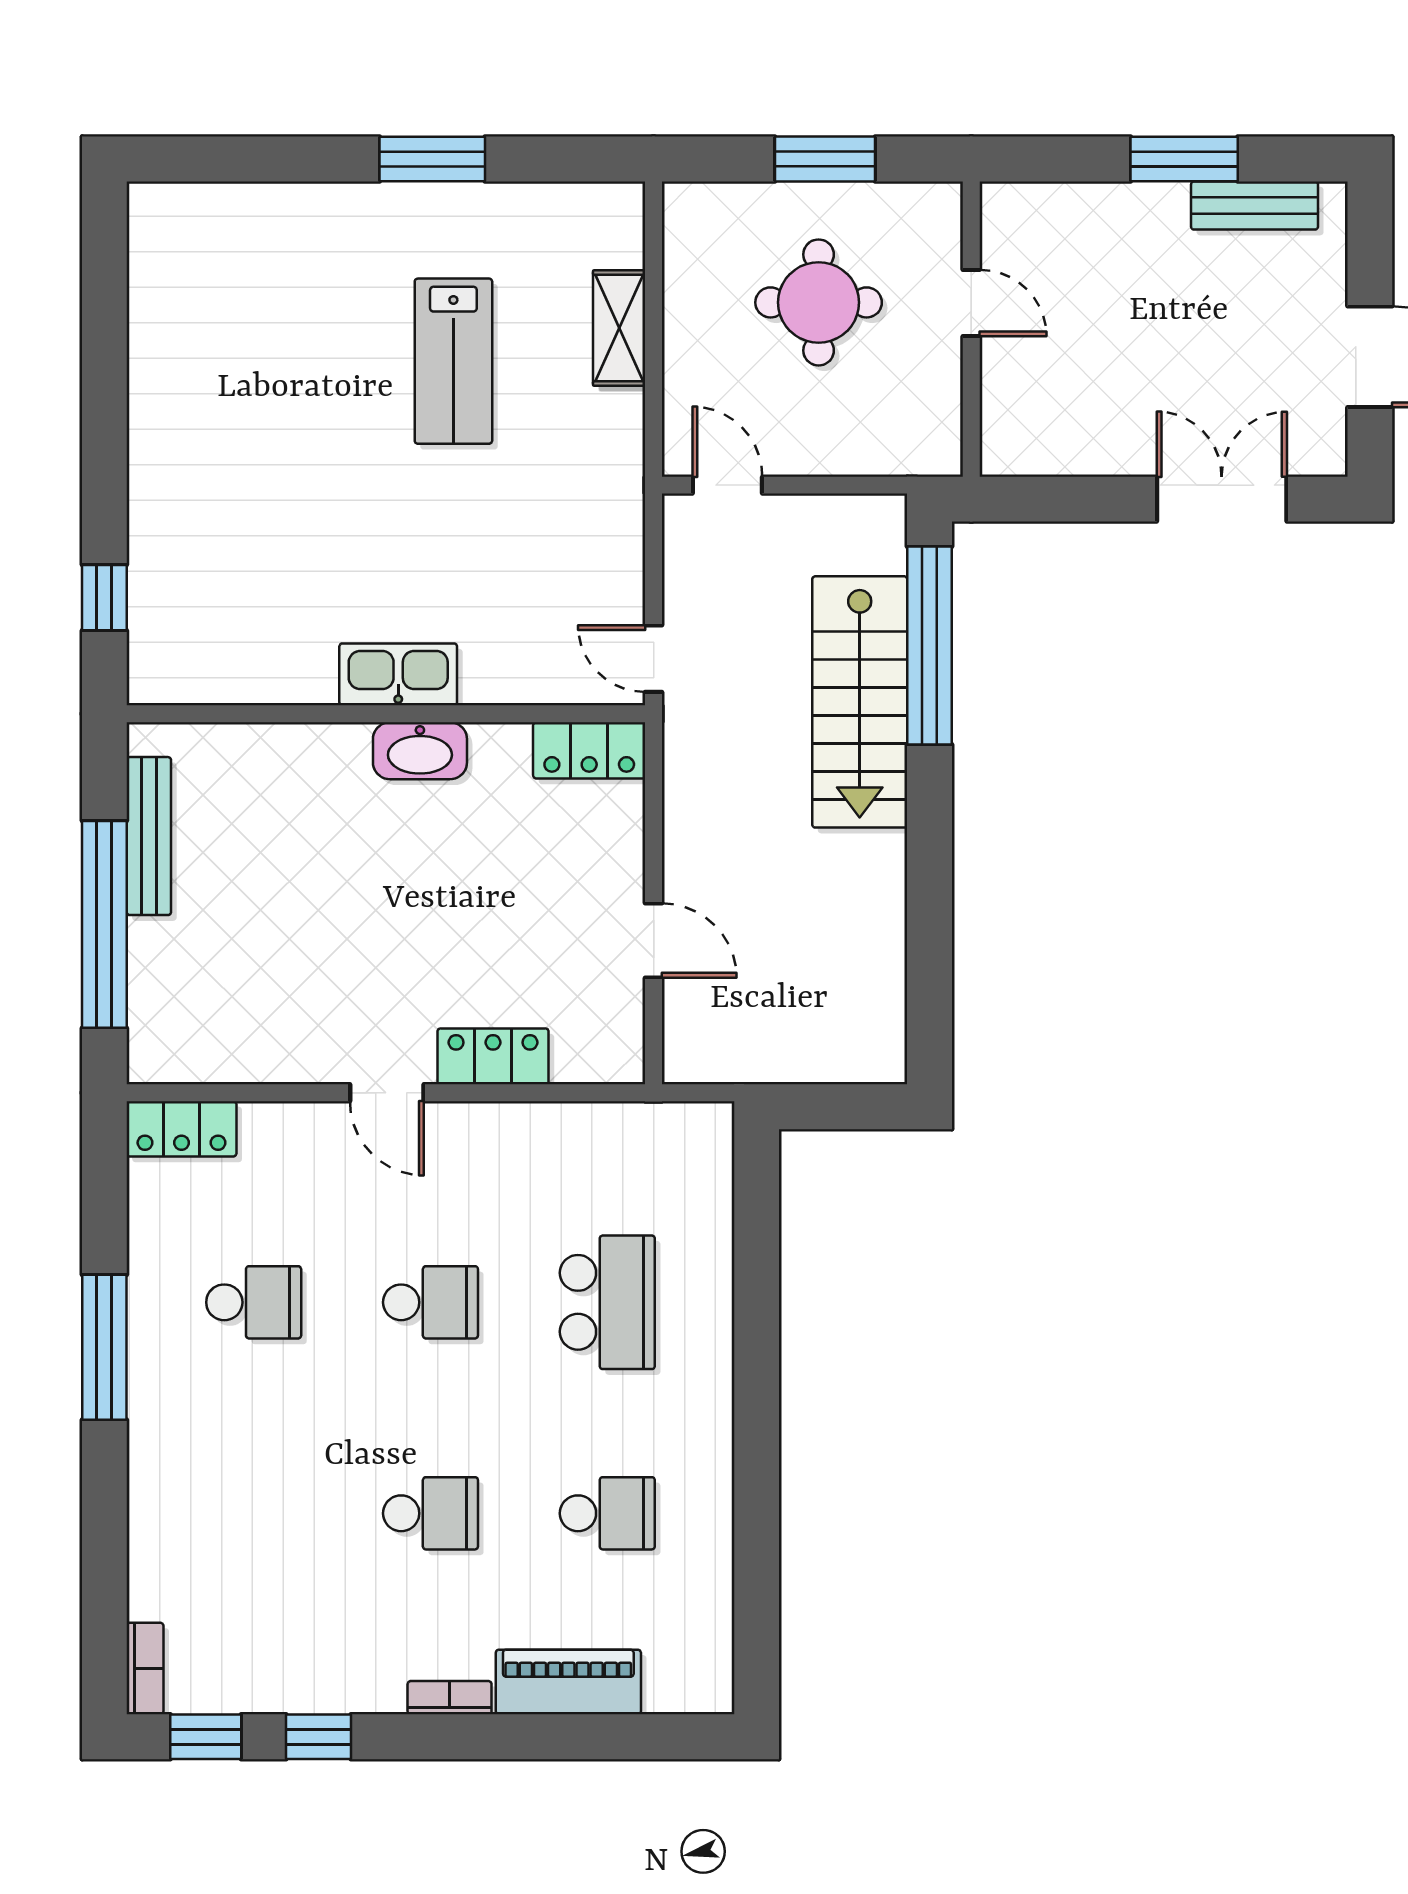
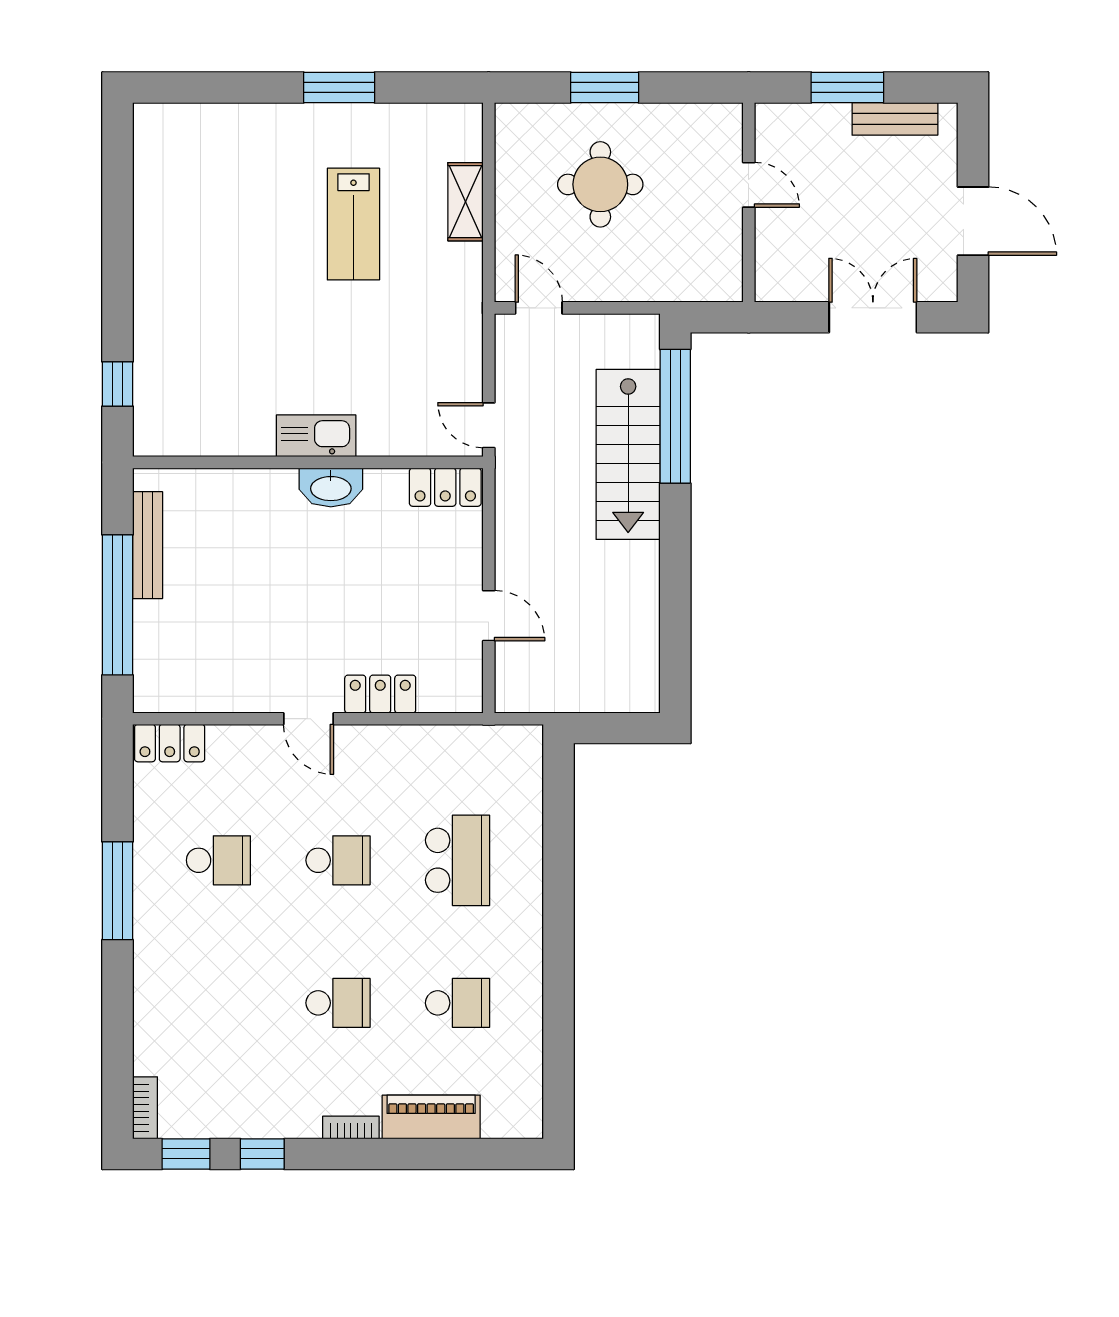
door: (971, 303) -> (749, 185), moved
wall: (971, 329) -> (749, 202), moved

